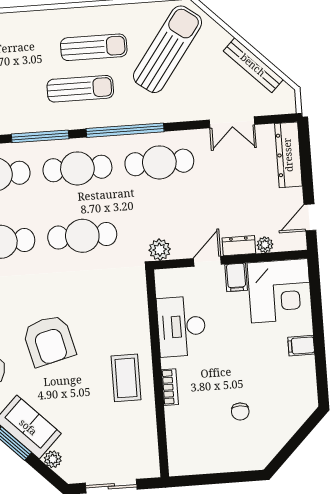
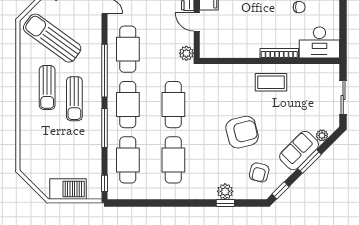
sun lounger: (94, 47) -> (47, 88), turned 180
sun lounger: (80, 89) -> (74, 99), turned 180
desk: (181, 326) -> (319, 42), moved
bookcase: (170, 387) -> (279, 53), width x1.56

